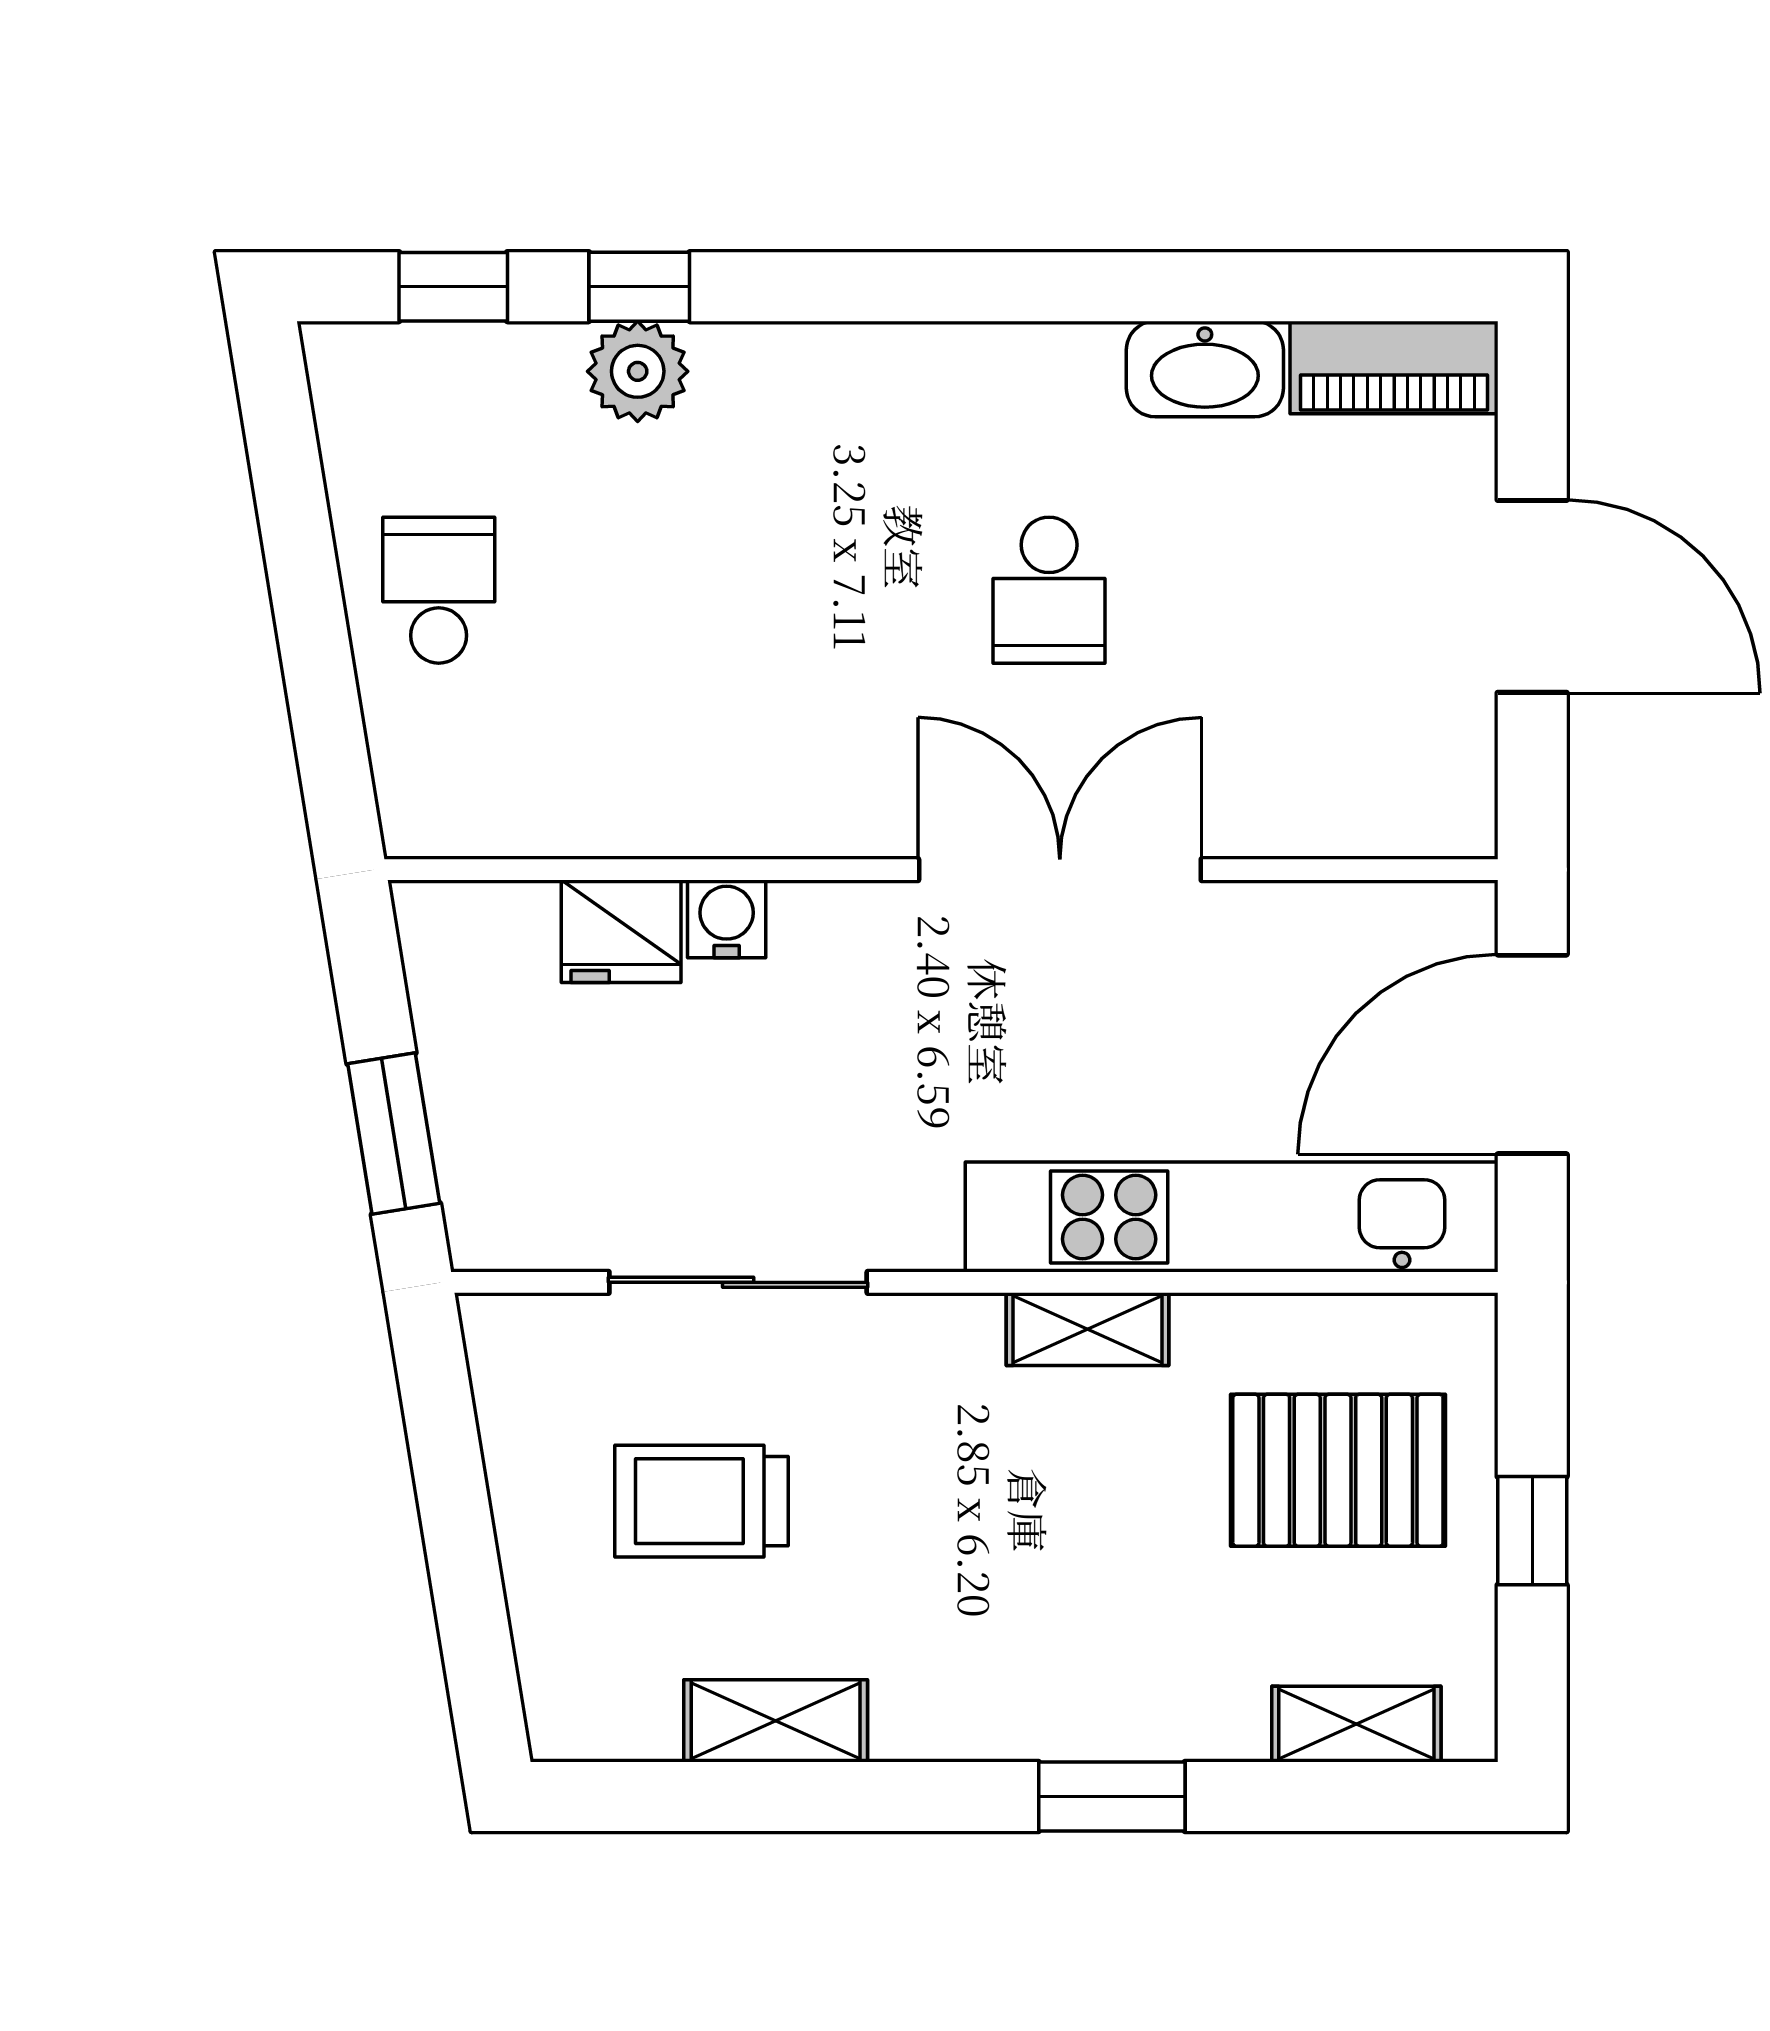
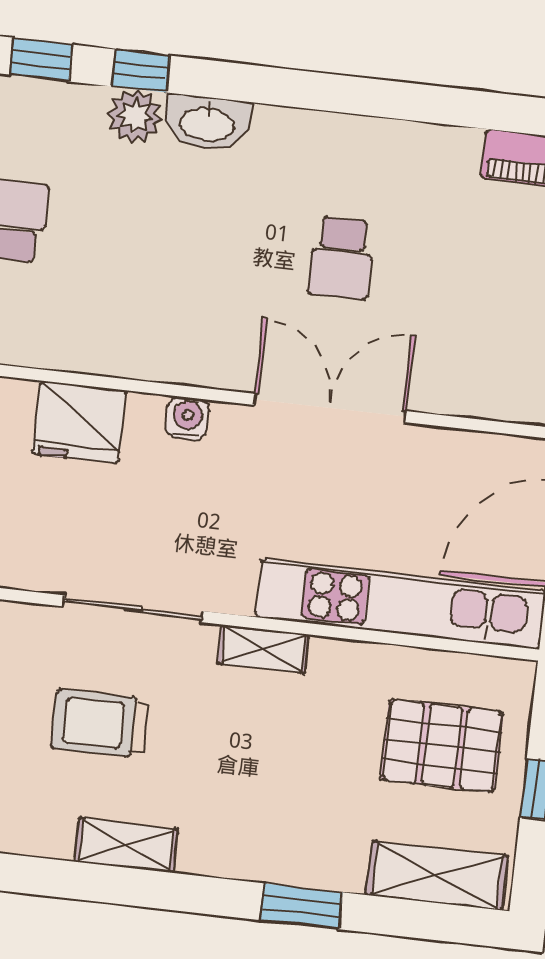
washbasin: (1205, 369) -> (207, 123), moved
water cooler: (727, 919) -> (187, 418), moved
fridge: (621, 931) -> (79, 422), width x1.36, depth x1.34
shelving: (1088, 1329) -> (263, 649), moved
shelving: (1356, 1724) -> (437, 876), width x1.50, depth x1.33

